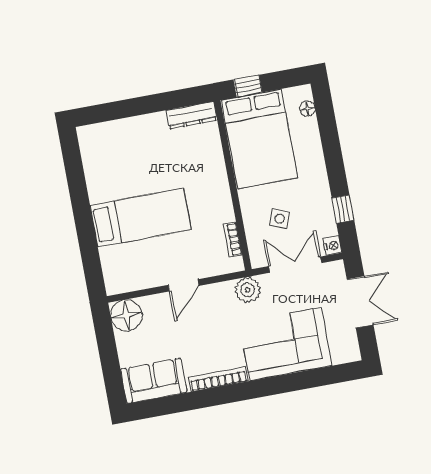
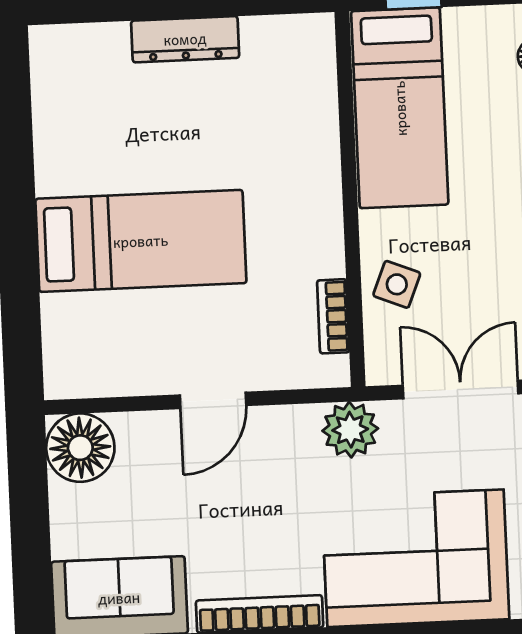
dresser: (192, 115) -> (185, 39), moved
bed: (260, 139) -> (400, 108), width x0.67
side table: (280, 219) -> (397, 284), moved

